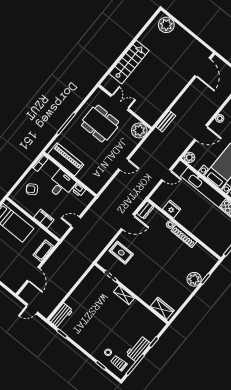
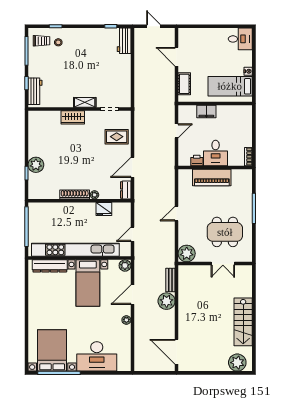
stairs: (129, 62) -> (243, 322), moved
plant: (181, 109) -> (167, 301), added
piano: (66, 159) -> (212, 178), moved
armchair: (32, 189) -> (237, 128), removed
door: (32, 309) -> (153, 26), hinge flipped
wardrobe: (162, 309) -> (73, 117), moved
workbench: (138, 349) -> (35, 91), moved

